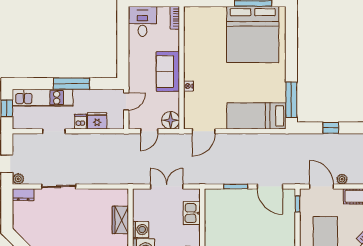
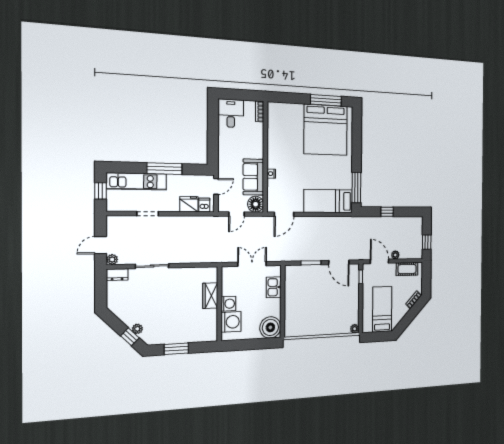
sofa: (168, 72) -> (253, 177), moved
dishwasher: (80, 122) -> (204, 205), moved

